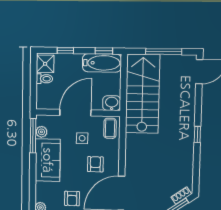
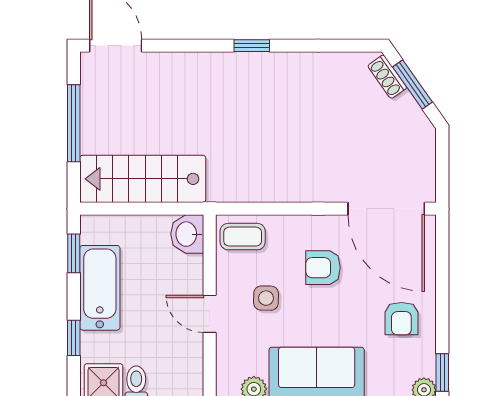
bathtub: (102, 63) -> (100, 288), moved
stairs: (143, 94) -> (143, 179), width x0.73, depth x0.66
door: (75, 113) -> (210, 314), width x0.53
armchair: (72, 199) -> (401, 319), turned 90

